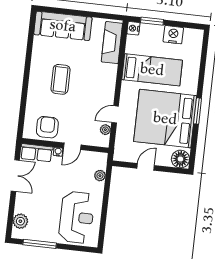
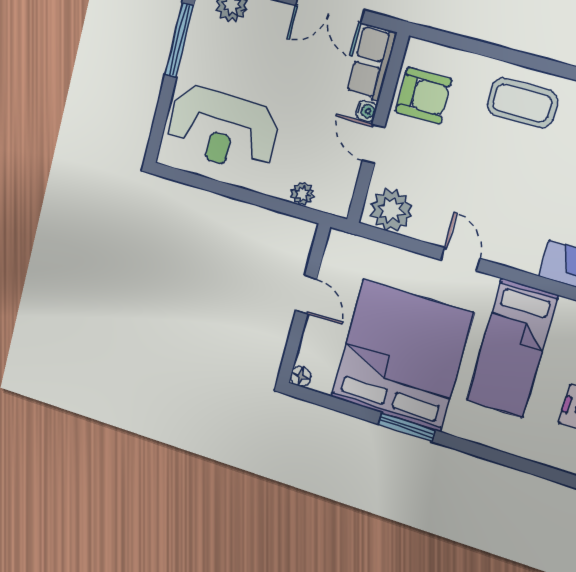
coffee table: (61, 79) -> (522, 103), moved
door: (115, 114) -> (460, 259), moved
plant: (105, 130) -> (391, 210), width x1.88, depth x1.88
floor lamp: (180, 159) -> (301, 376), width x0.53, depth x0.53

